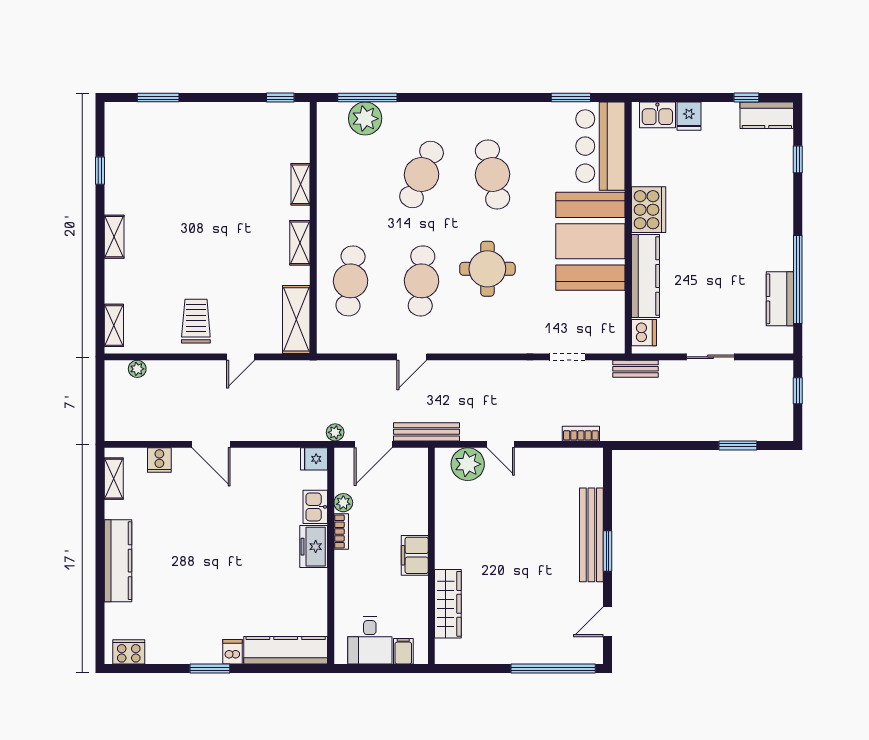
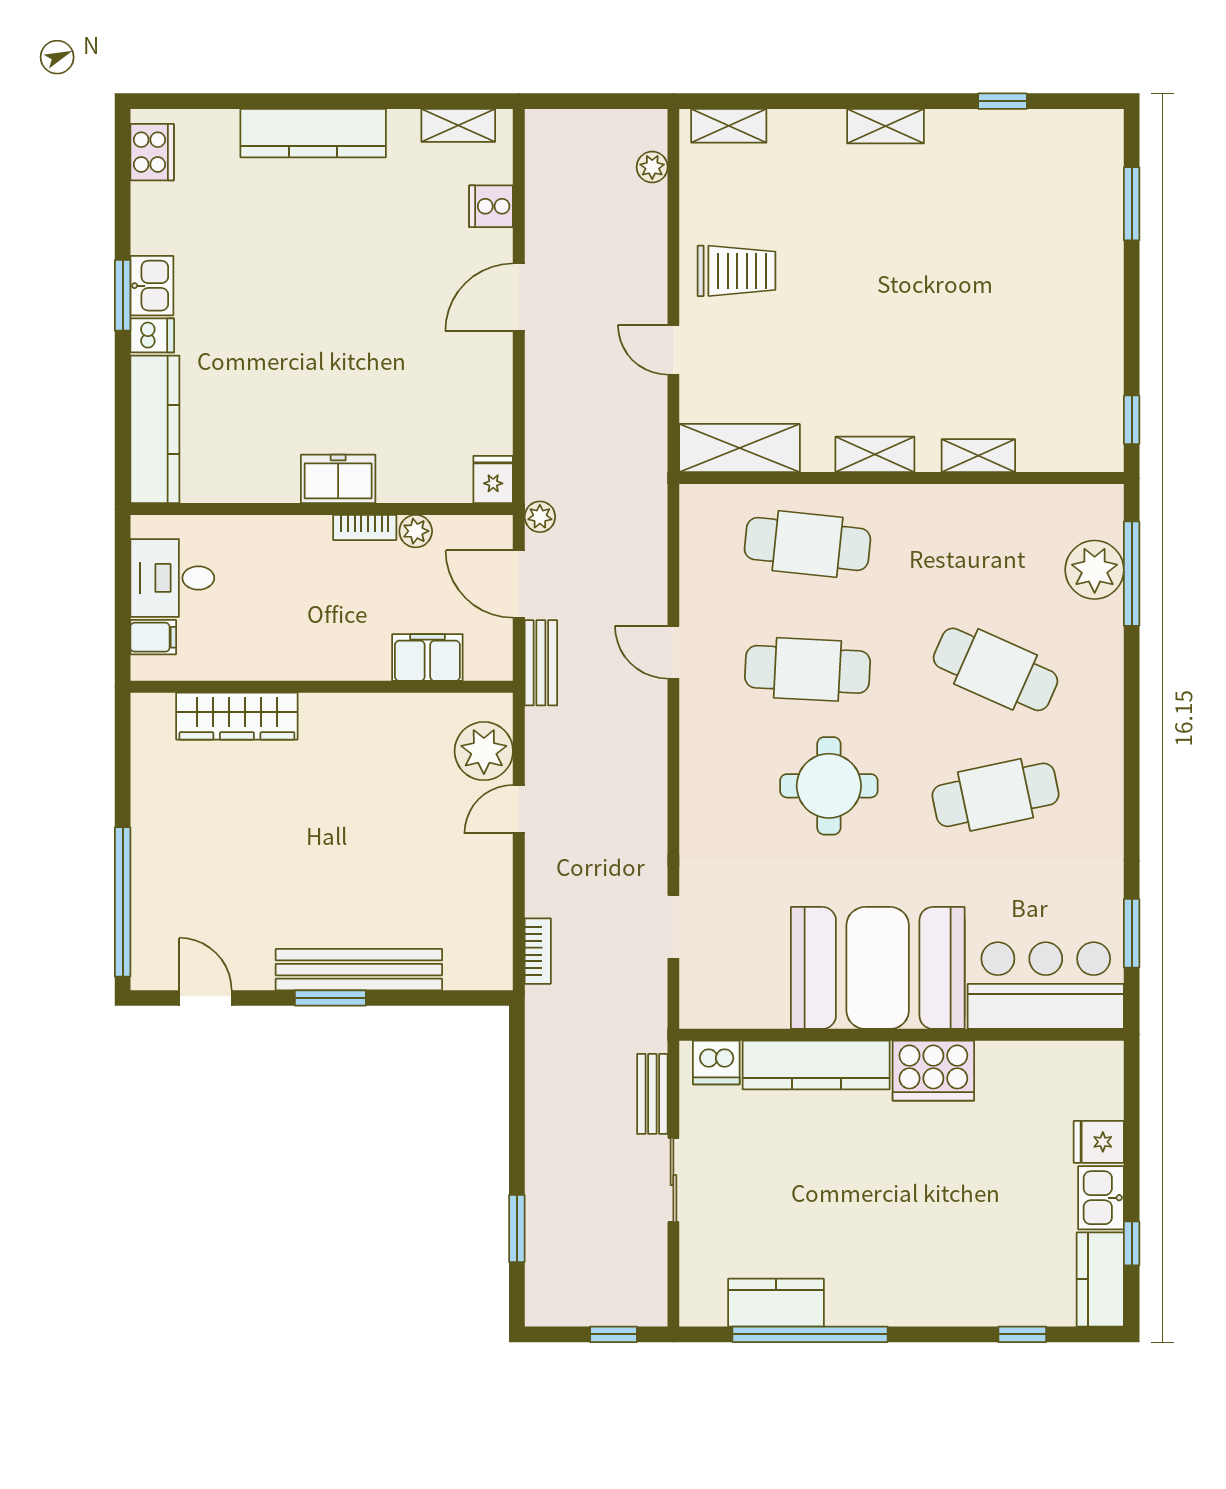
kitchen sink: (657, 115) -> (1101, 1198), moved
bench: (636, 369) -> (652, 1094), moved
bench: (427, 432) -> (541, 663), width x0.73
kitchen sink: (315, 507) -> (152, 286), moved, turned 90
filing cabinet: (415, 555) -> (427, 658), moved

